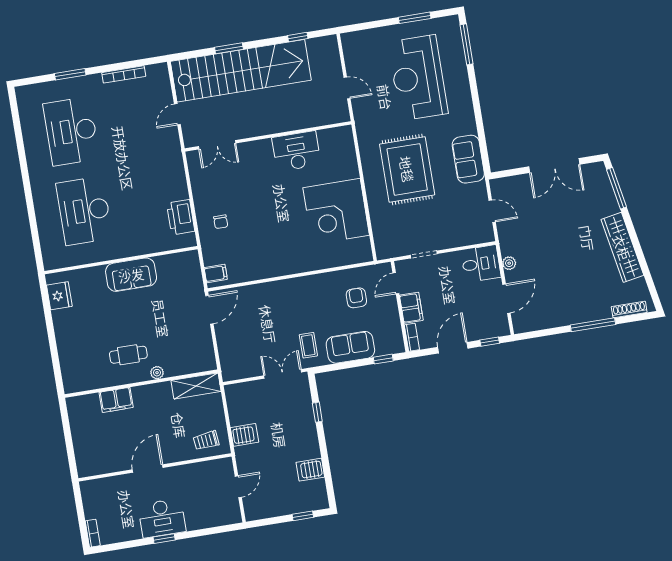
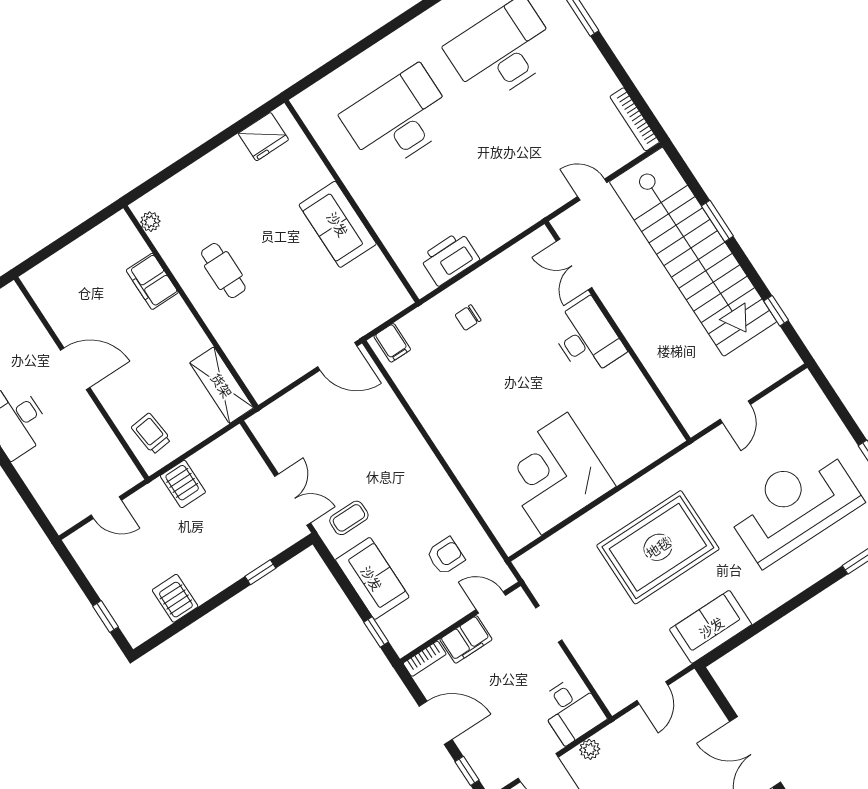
bookcase: (124, 74) -> (635, 119), moved
desk: (296, 151) -> (587, 338), moved
plant: (157, 373) -> (150, 222), moved

